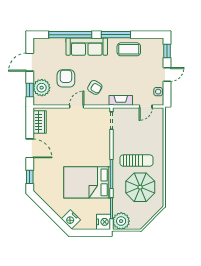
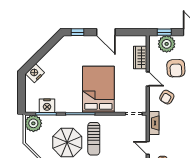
armchair: (66, 78) -> (176, 68), turned 87
wardrobe: (40, 122) -> (140, 57), moved, turned 90
door: (30, 148) -> (106, 32), hinge flipped
bed: (87, 182) -> (98, 89), moved
nightstand: (103, 222) -> (47, 106), moved

